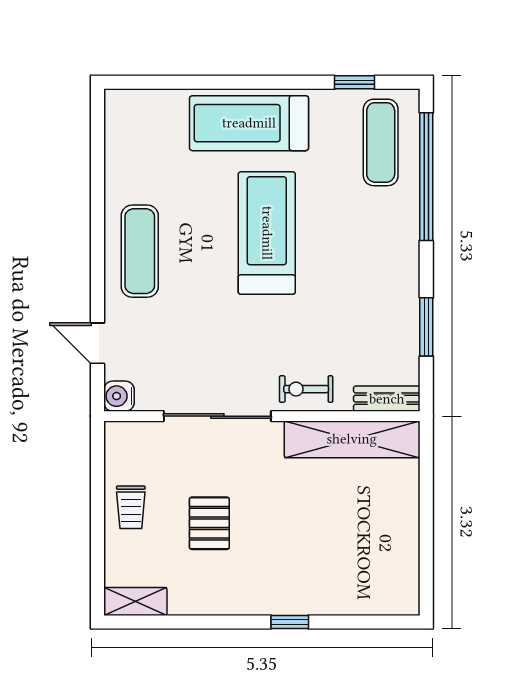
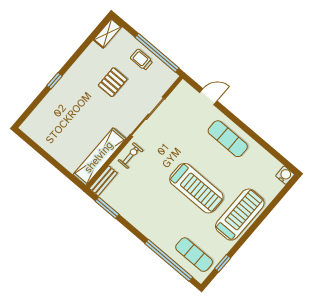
window: (426, 327) -> (107, 208), moved
water cooler: (119, 396) -> (285, 175), moved
window: (97, 491) -> (157, 53), added
pallet: (209, 523) -> (113, 82), turned 90

